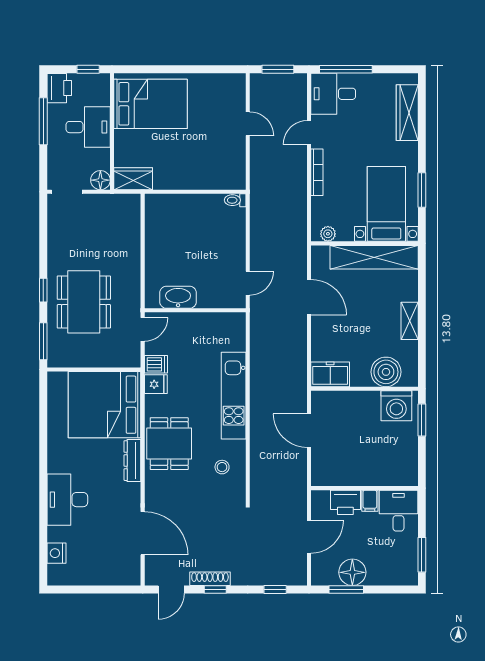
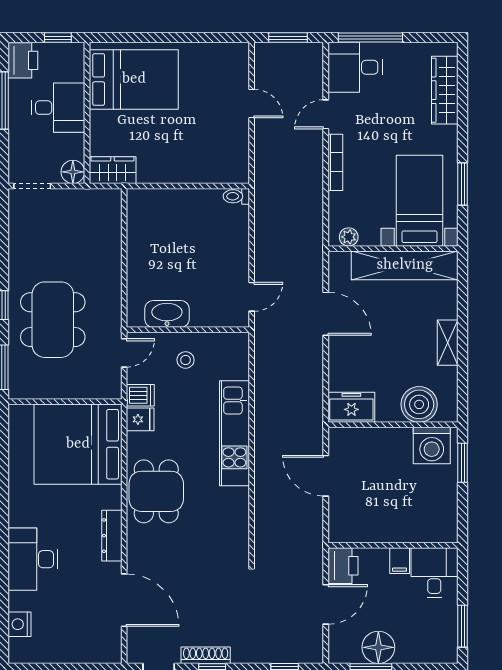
dresser: (132, 461) -> (112, 536), moved
stool: (222, 467) -> (186, 360), moved
printer: (345, 502) -> (343, 566), moved, turned -90

